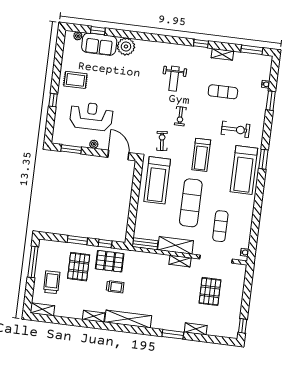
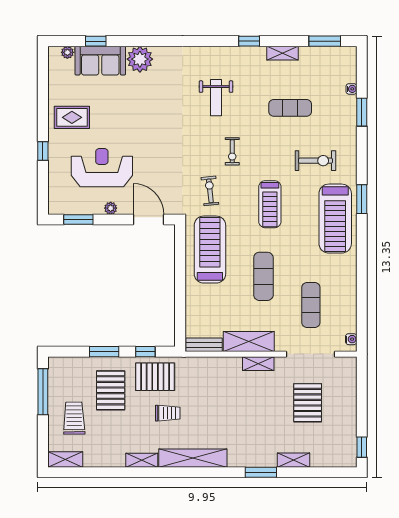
treadmill: (157, 180) -> (210, 250), turned 180
exercise mat: (191, 203) -> (263, 276), width x0.73, depth x0.69

